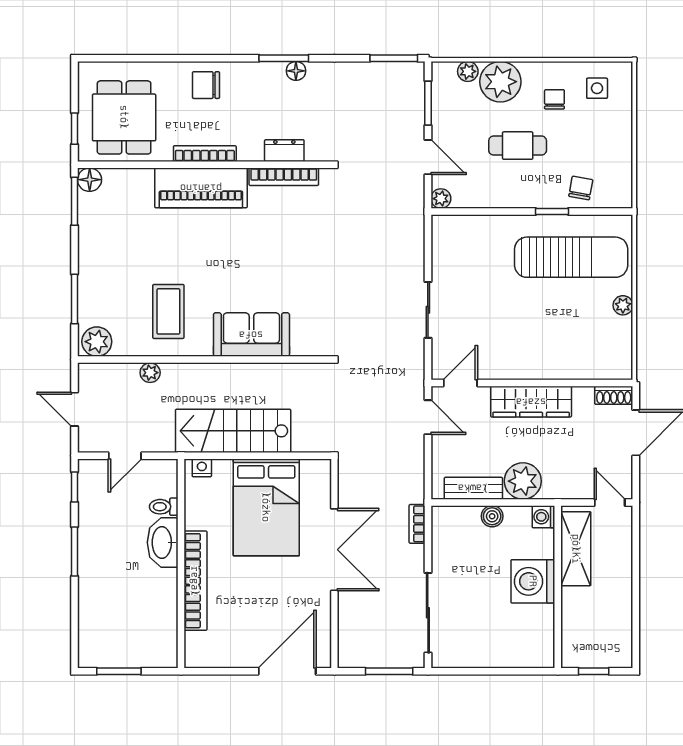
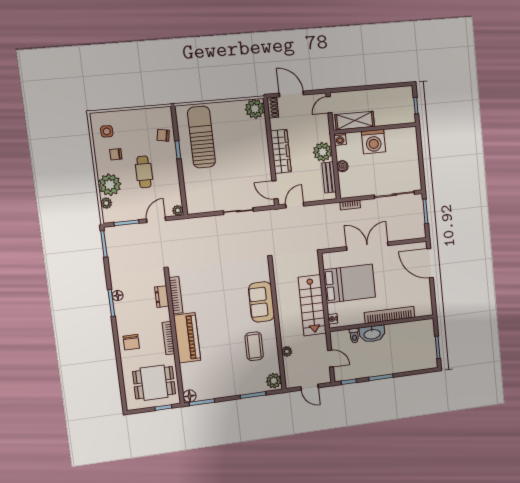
plant: (623, 305) -> (255, 109), moved, width x1.88, depth x1.88
coffee table: (168, 311) -> (254, 346), turned 90
door: (75, 409) -> (310, 387), hinge flipped

